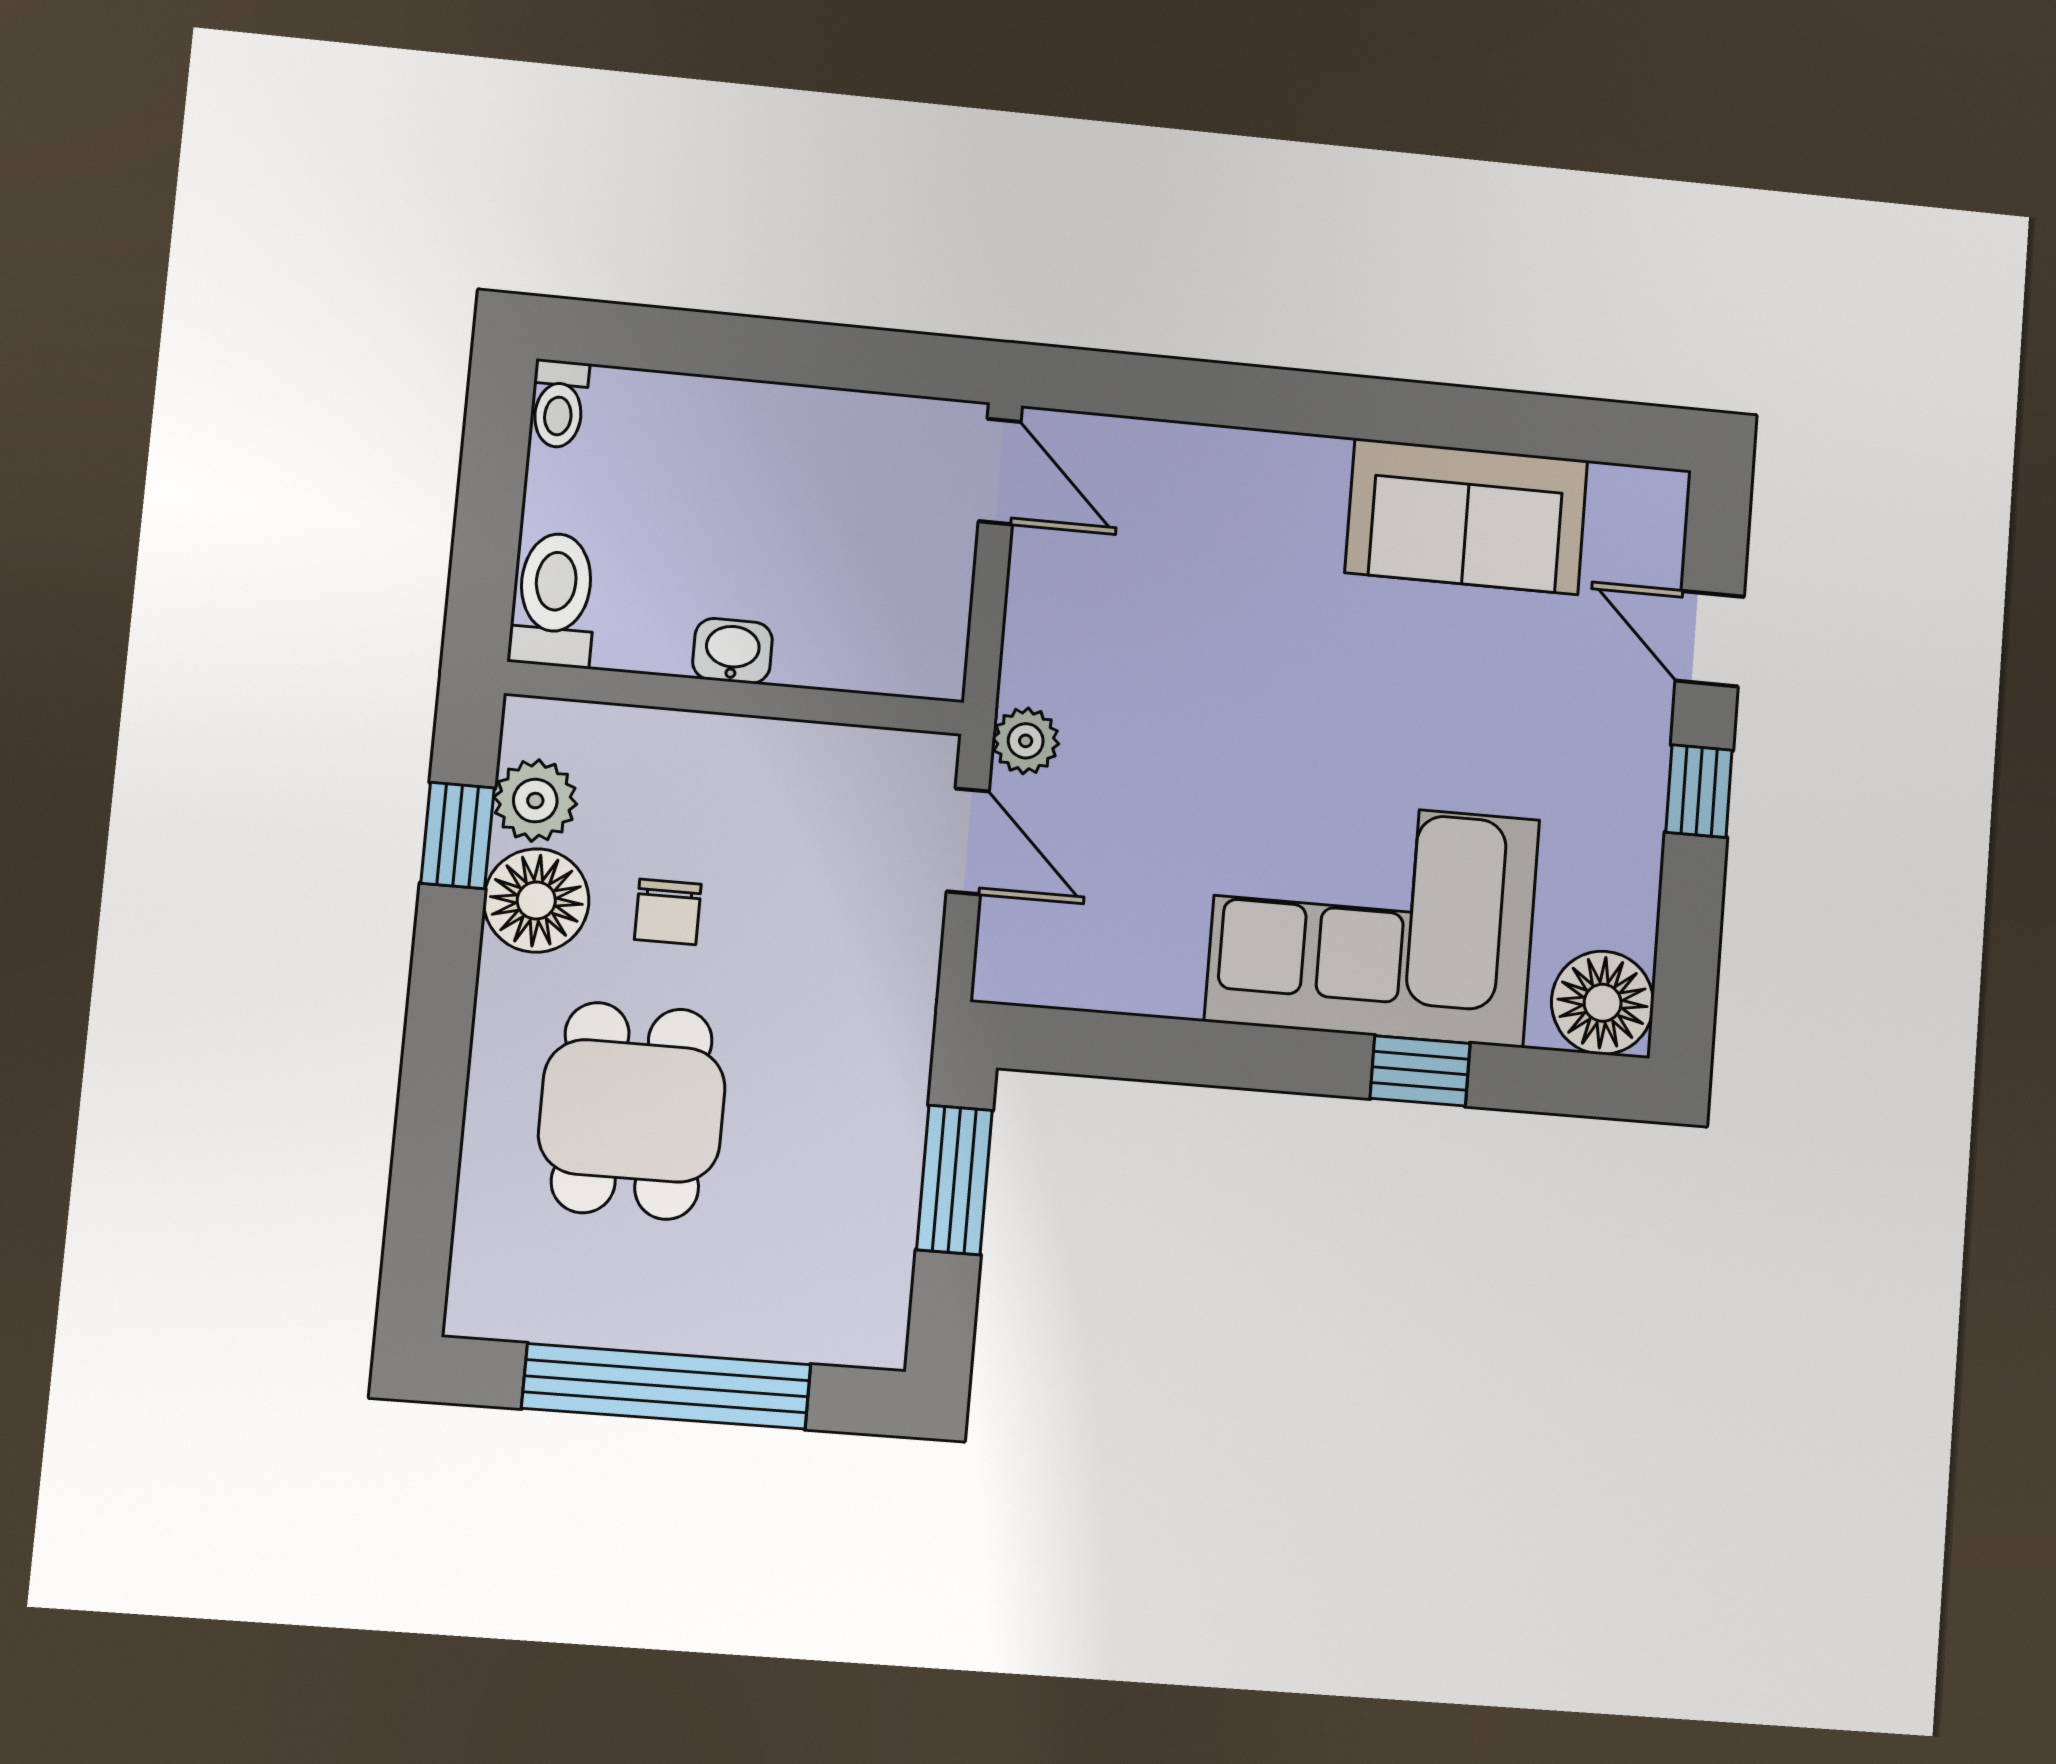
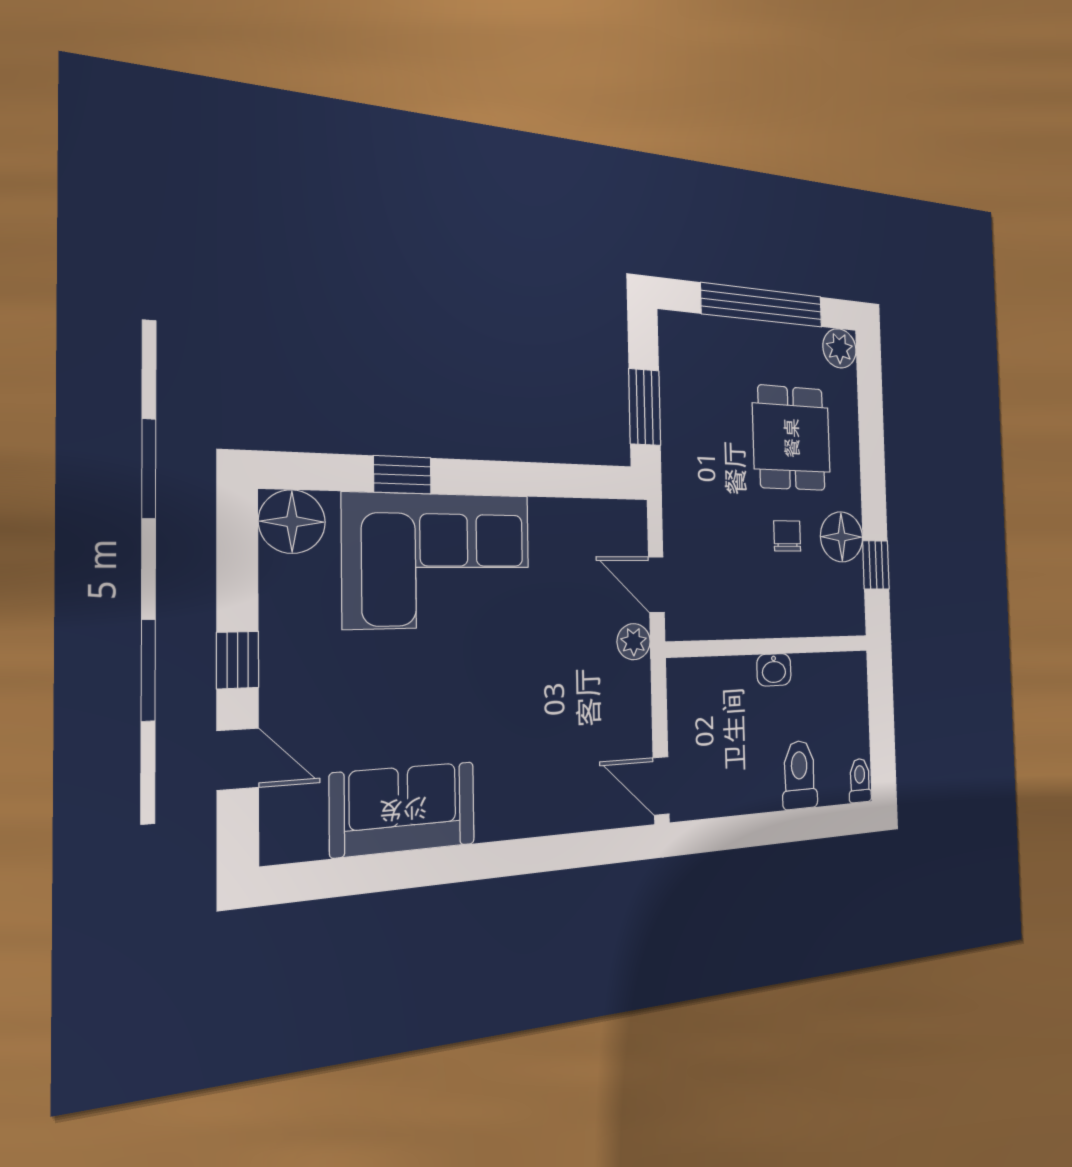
toilet: (554, 600) -> (799, 775), moved, turned 180
plant: (535, 801) -> (840, 348), moved

